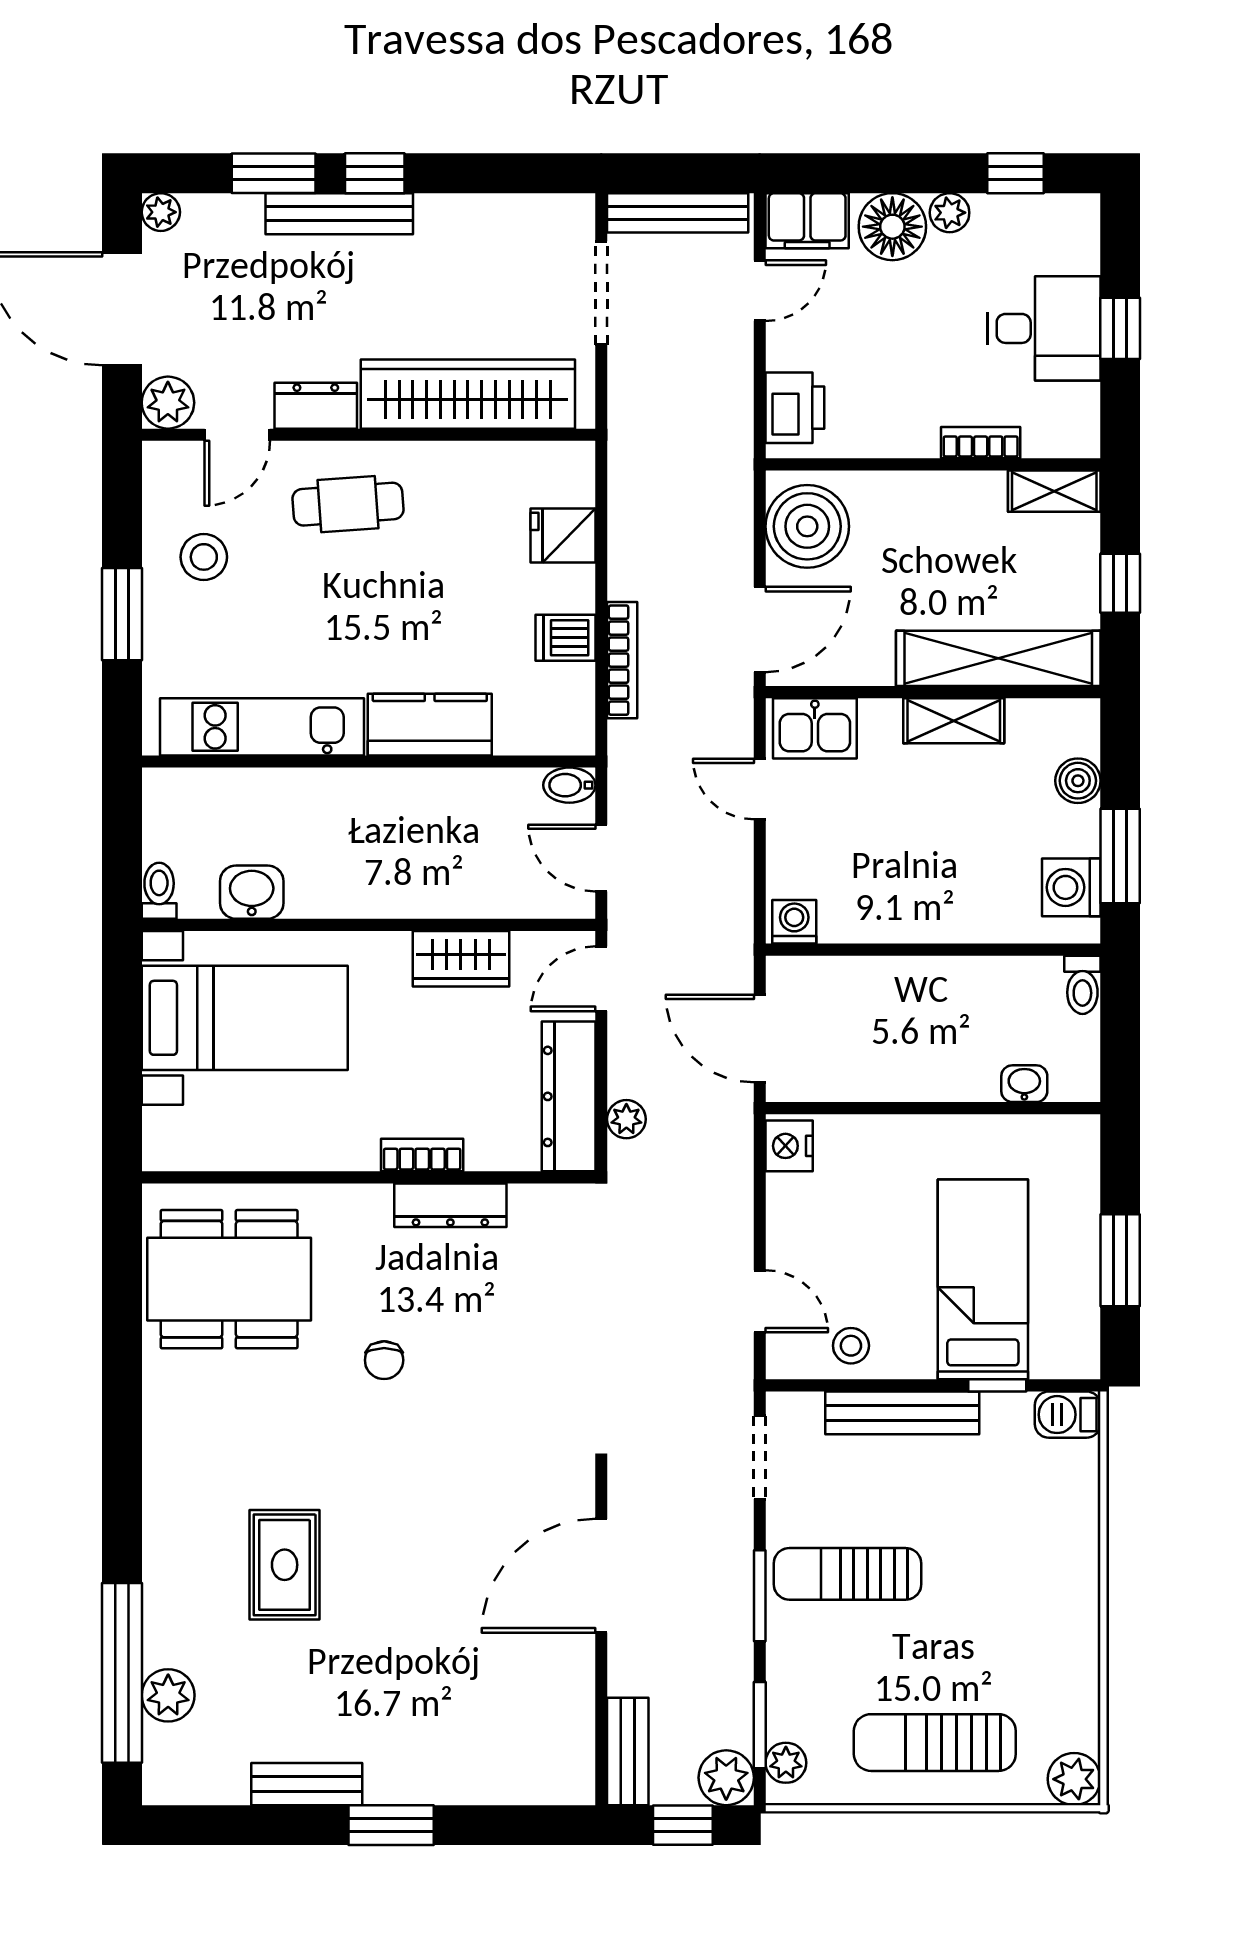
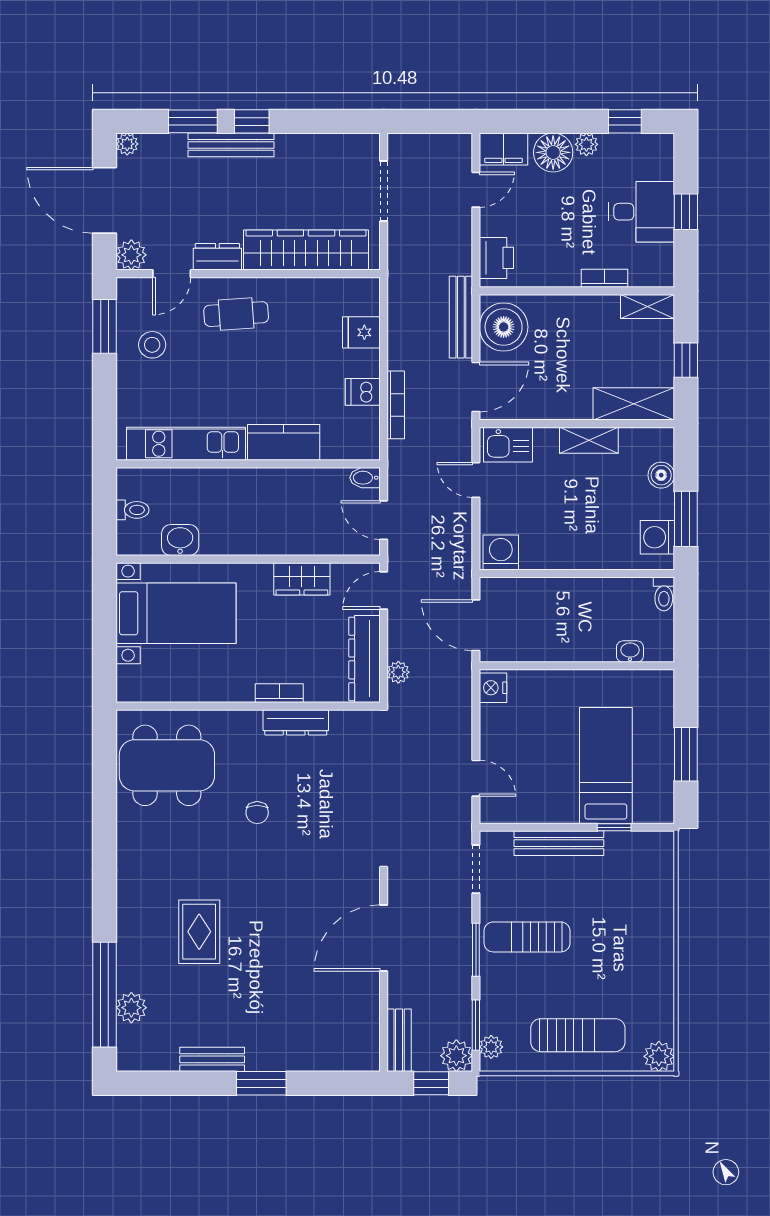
bench: (678, 213) -> (461, 317), moved, turned 90
window: (122, 614) -> (105, 326), moved
shelving: (998, 658) -> (634, 404), width x0.68
toilet: (159, 891) -> (132, 510), moved, turned 90
washing machine: (794, 922) -> (501, 552), width x1.38, depth x1.38
stool: (851, 1346) -> (529, 804), removed
barbecue: (1068, 1415) -> (655, 844), removed
sun lounger: (935, 1743) -> (578, 1035), turned 180

